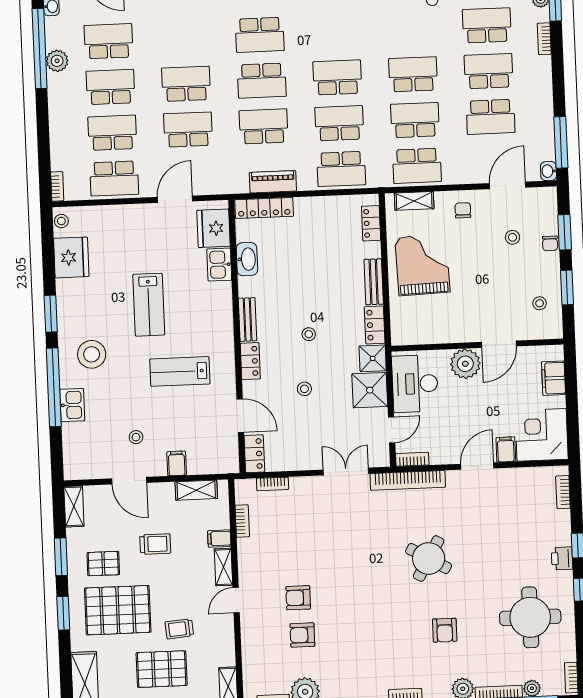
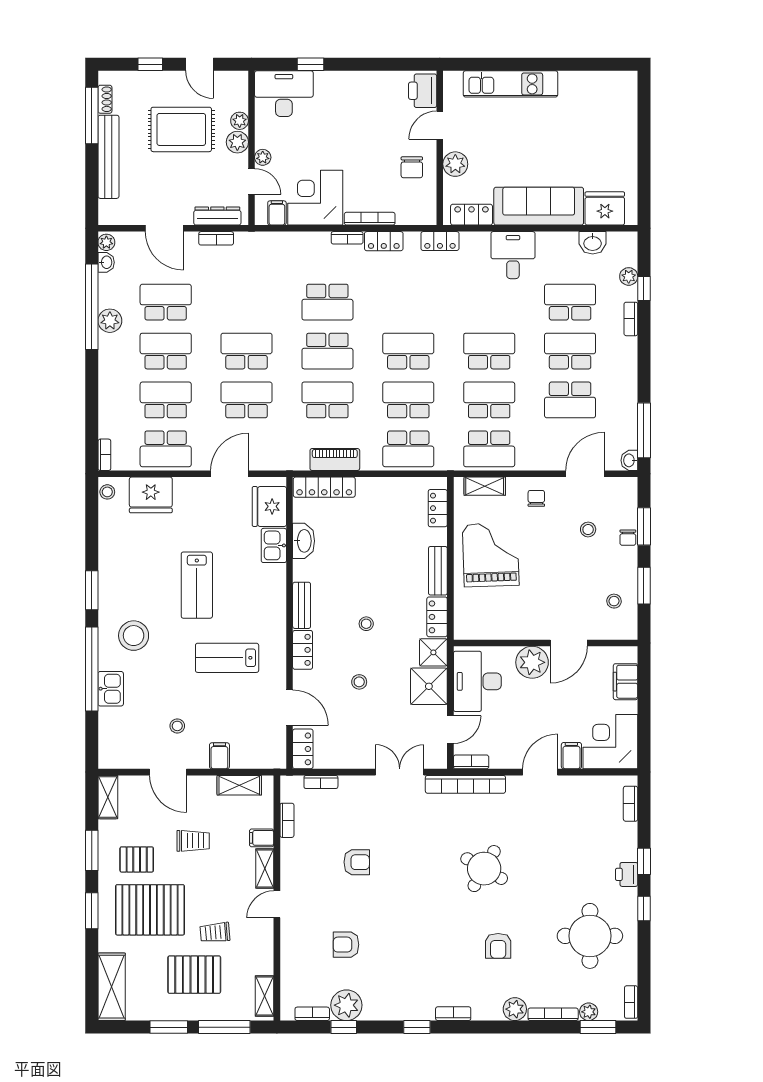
fridge: (71, 257) -> (151, 495), moved, turned 90
armchair: (298, 598) -> (357, 862), moved, turned 180

